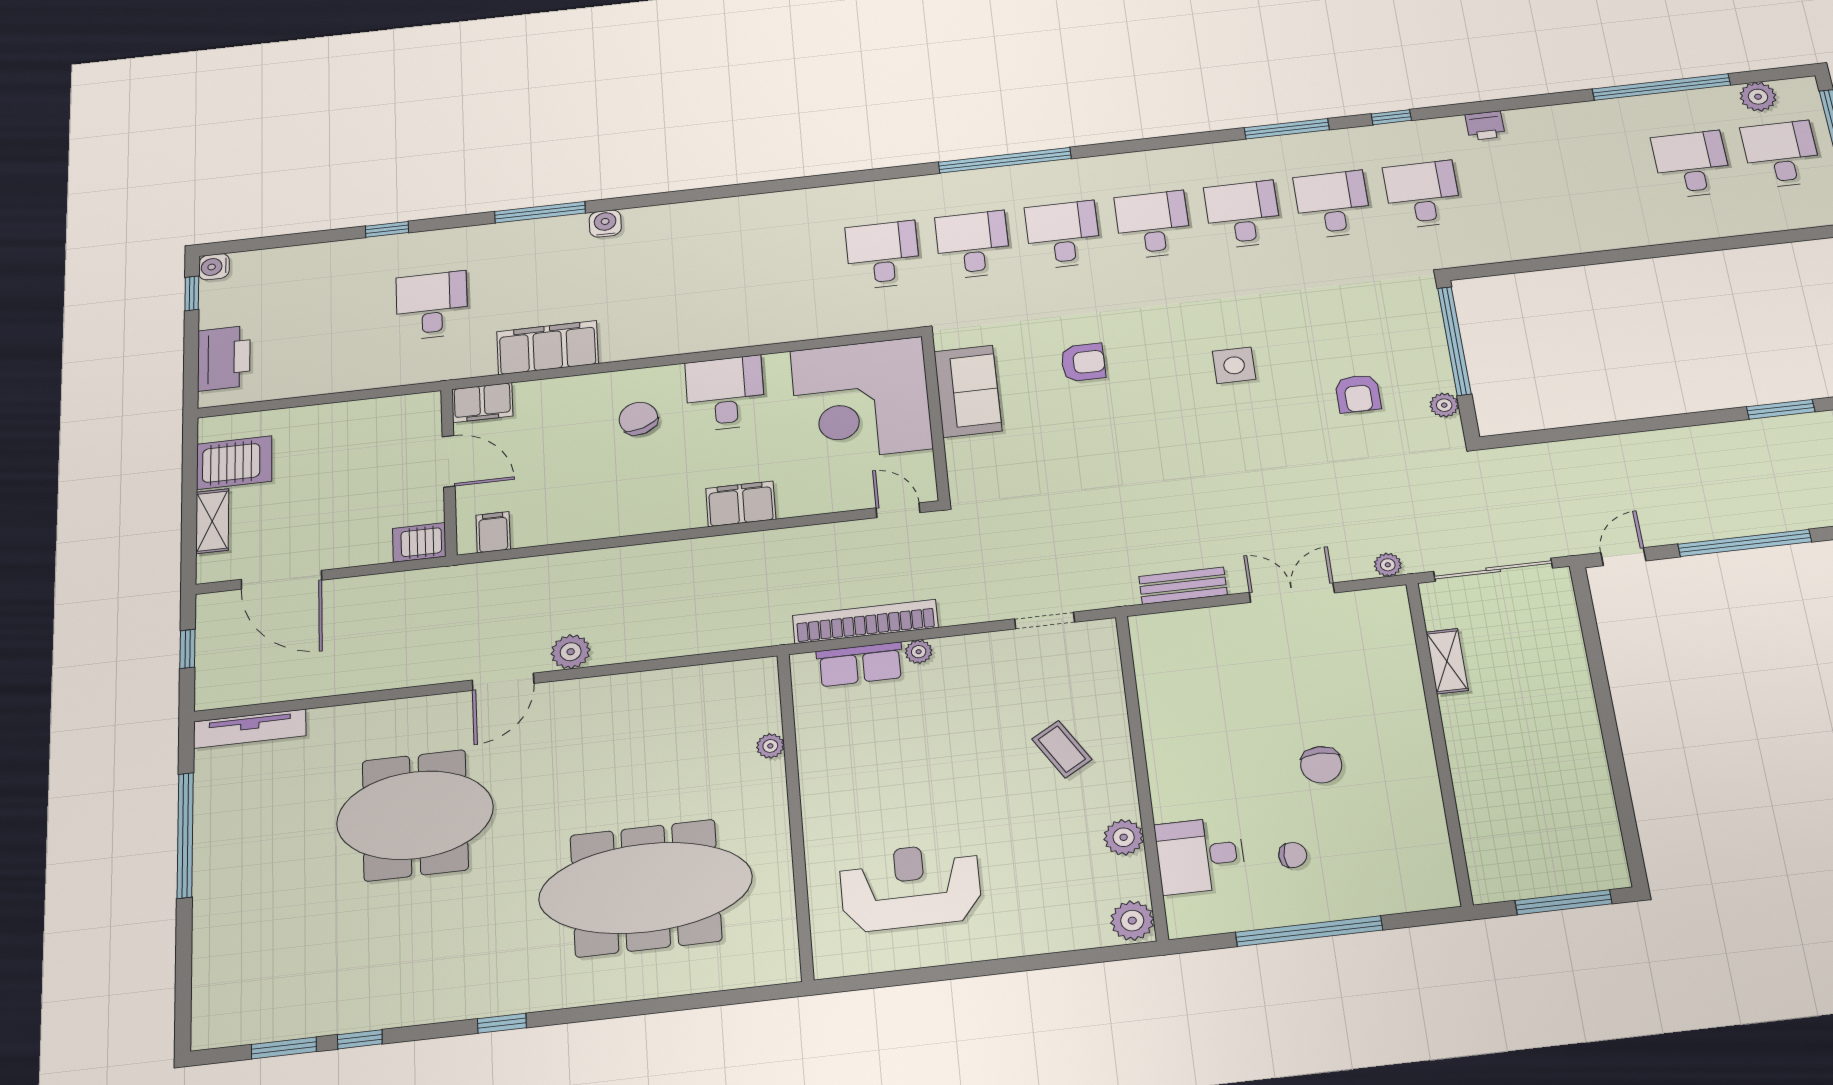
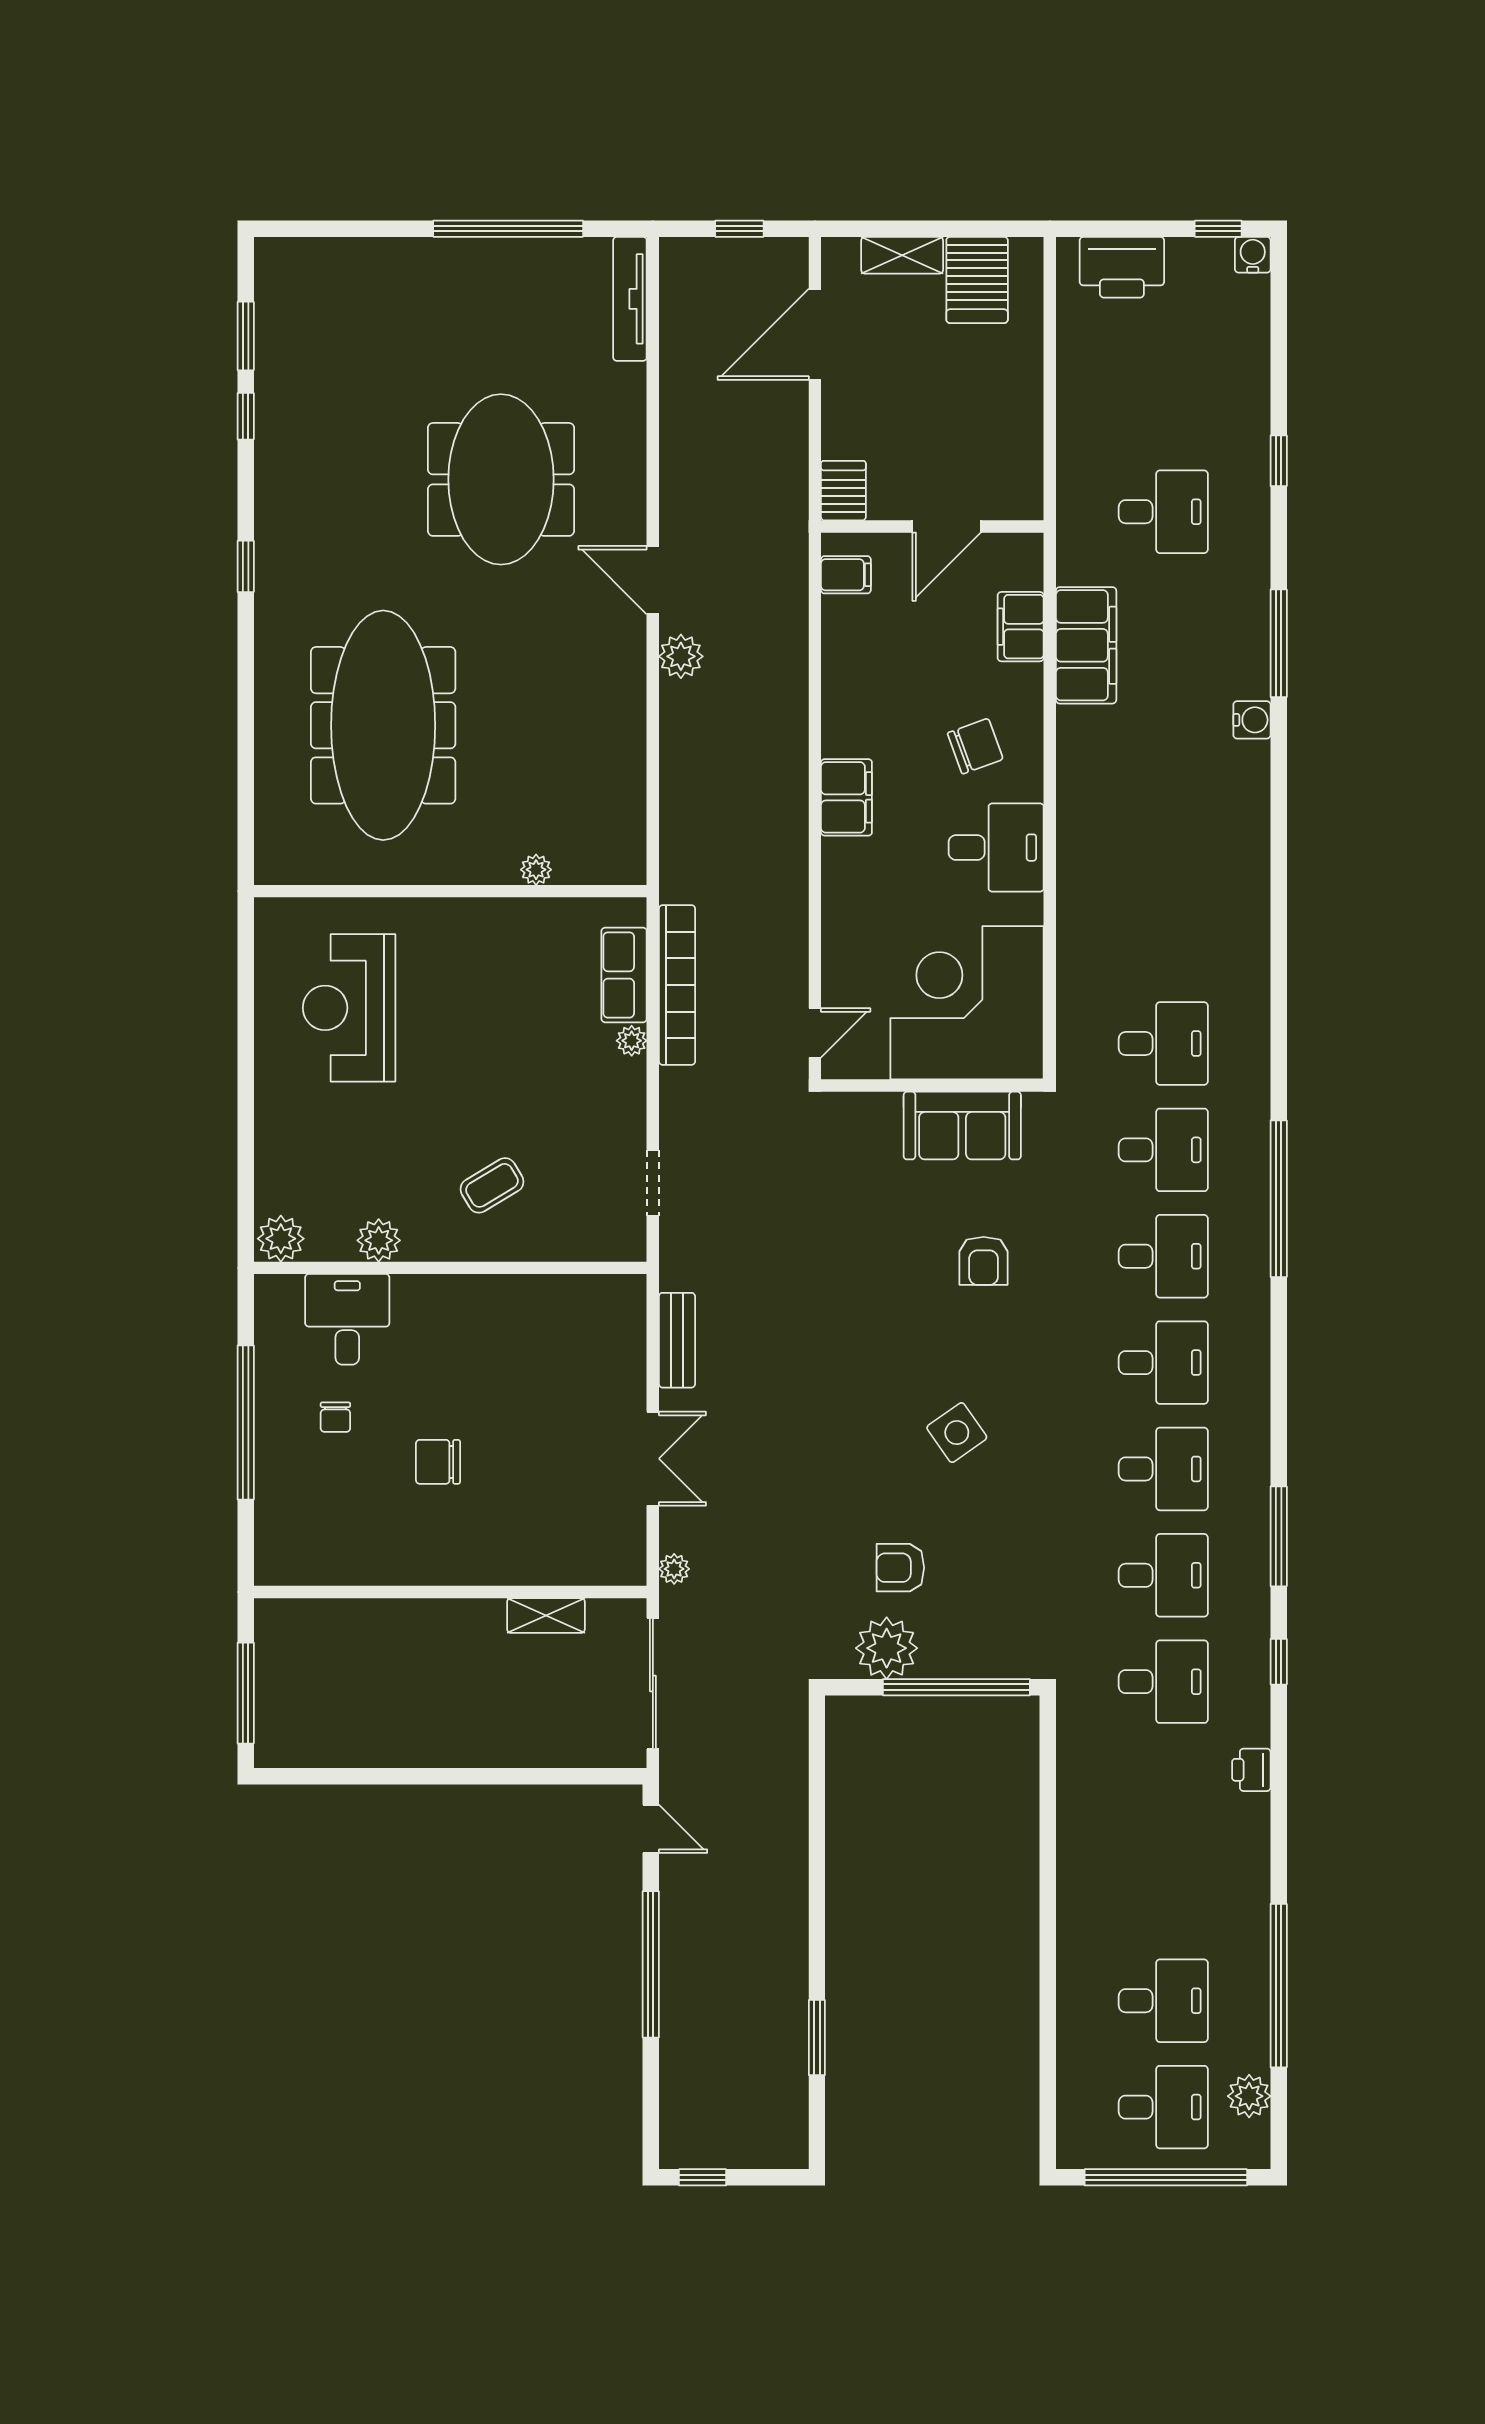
side table: (1234, 365) -> (957, 1433), turned -35
filing cabinet: (482, 403) -> (1021, 627), moved
plant: (1444, 405) -> (887, 1648), width x1.88, depth x1.88
filing cabinet: (741, 504) -> (846, 797), moved
reception desk: (910, 887) -> (349, 1008), turned 180

